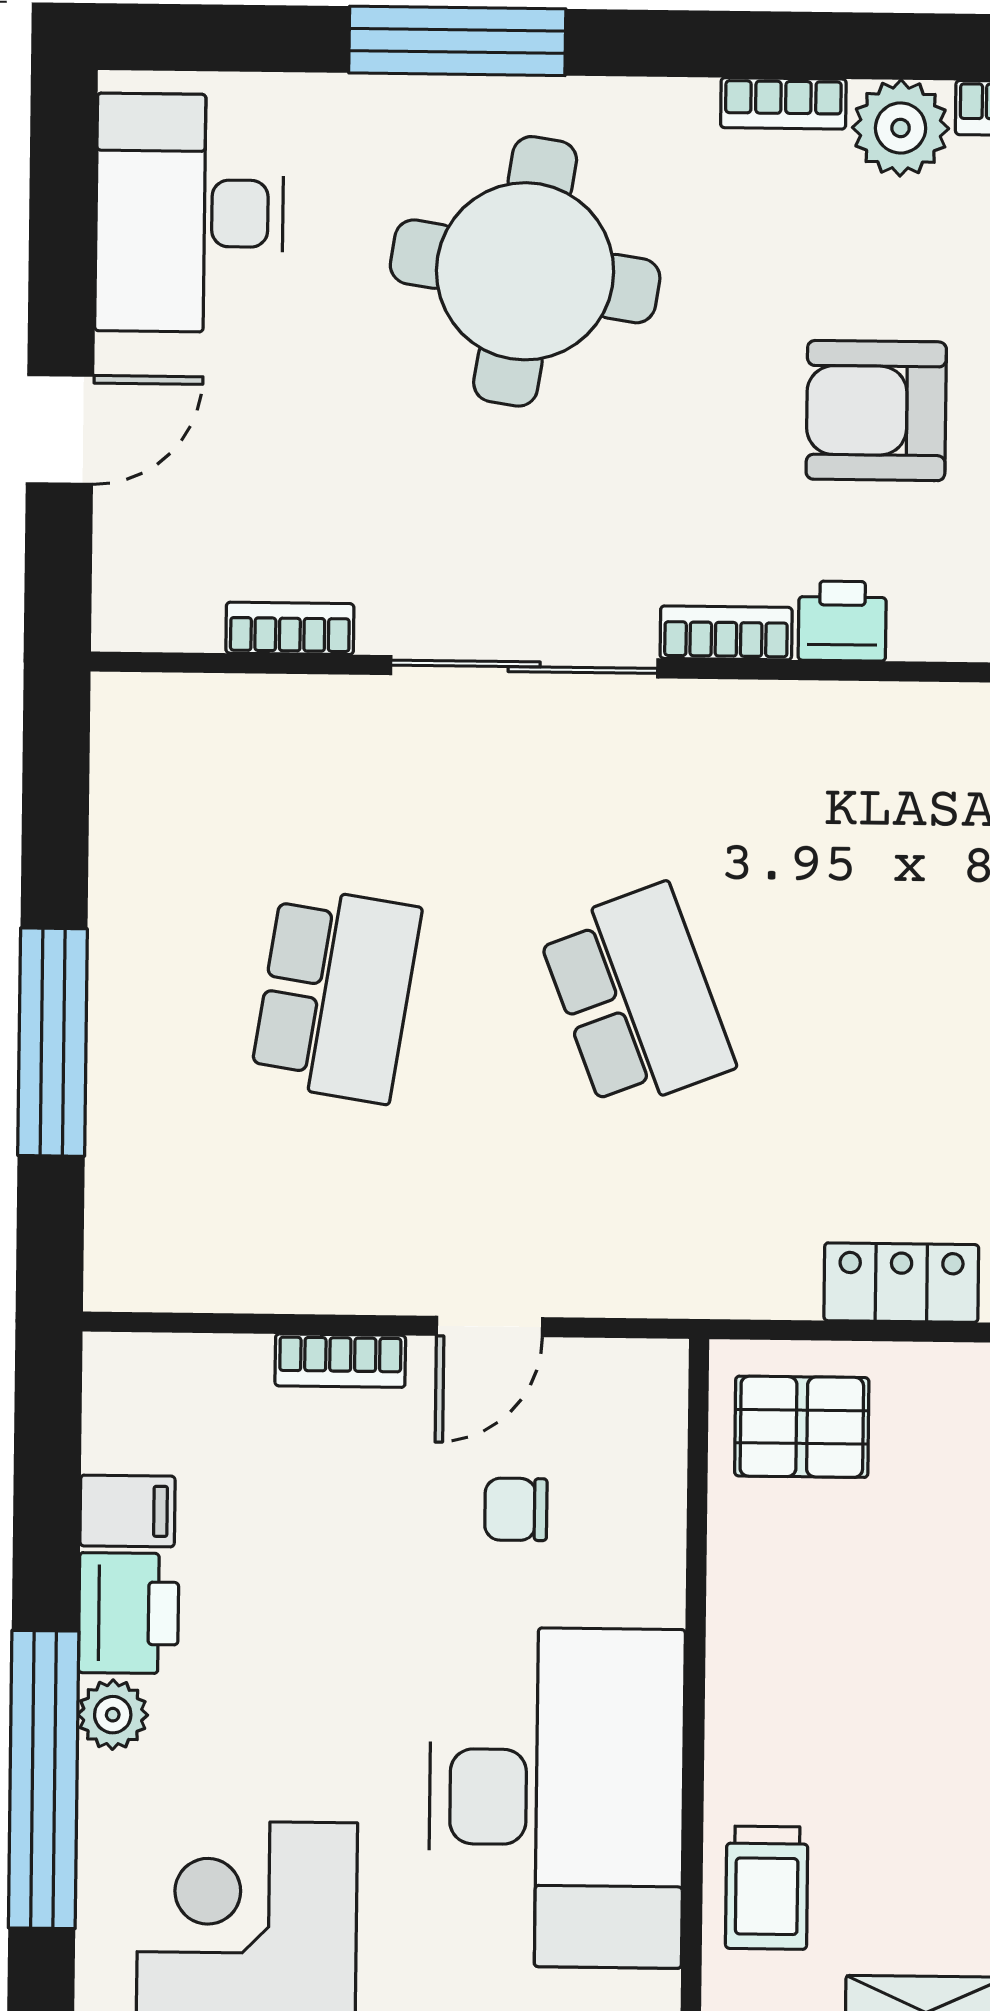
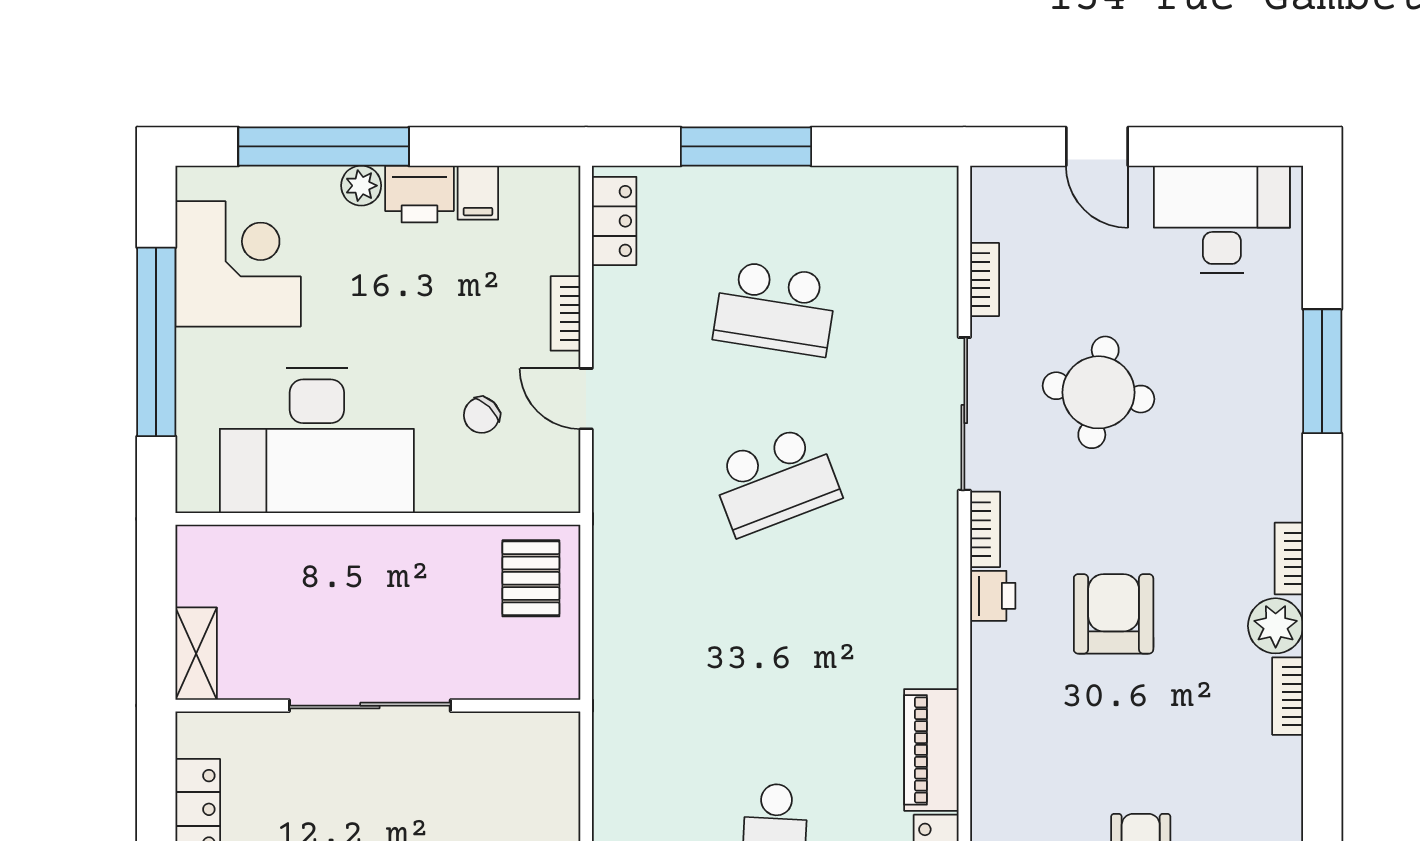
round table: (525, 271) -> (1099, 392), moved, width x0.73, depth x0.73
locker: (901, 1283) -> (614, 221), moved
chair: (516, 1509) -> (482, 415), turned -136
trolley: (767, 1888) -> (267, 561), removed

